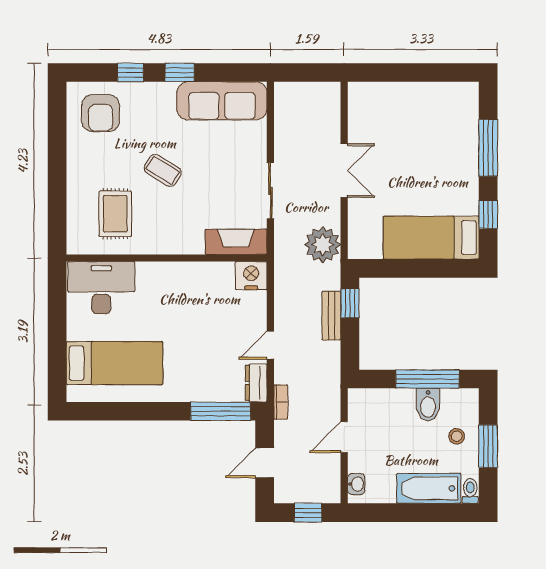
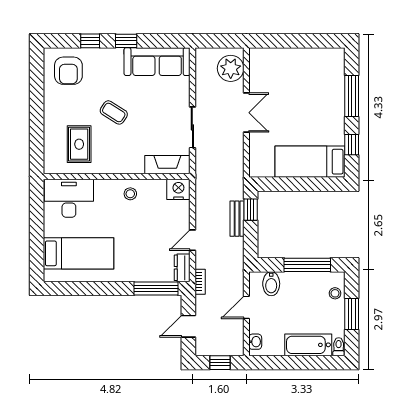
plant: (323, 245) -> (231, 68), moved
stool: (185, 282) -> (130, 194), added
bidet: (428, 405) -> (271, 284), moved
stool: (457, 436) -> (335, 293), moved

